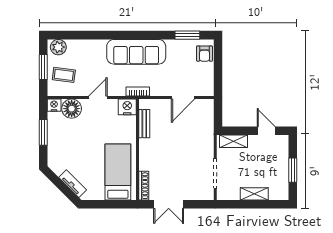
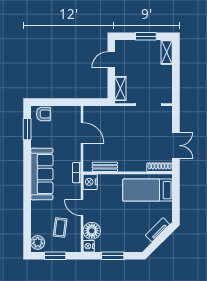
coffee table: (64, 75) -> (60, 228), moved
shelving: (254, 194) -> (167, 52), moved

